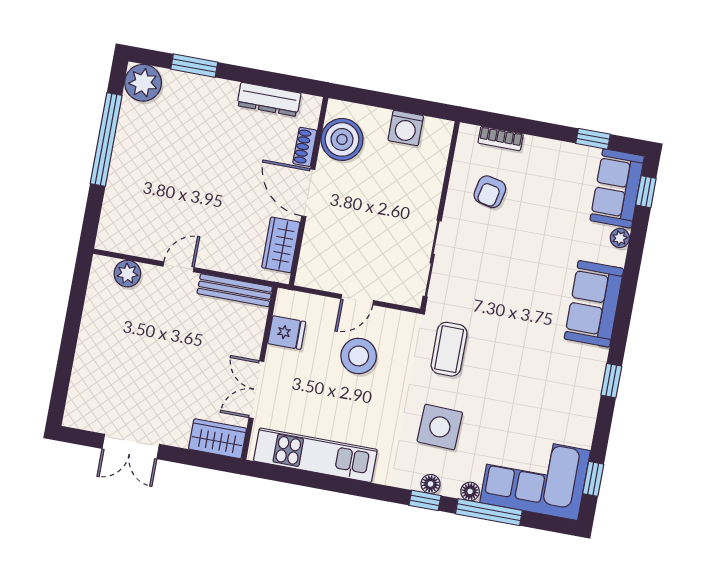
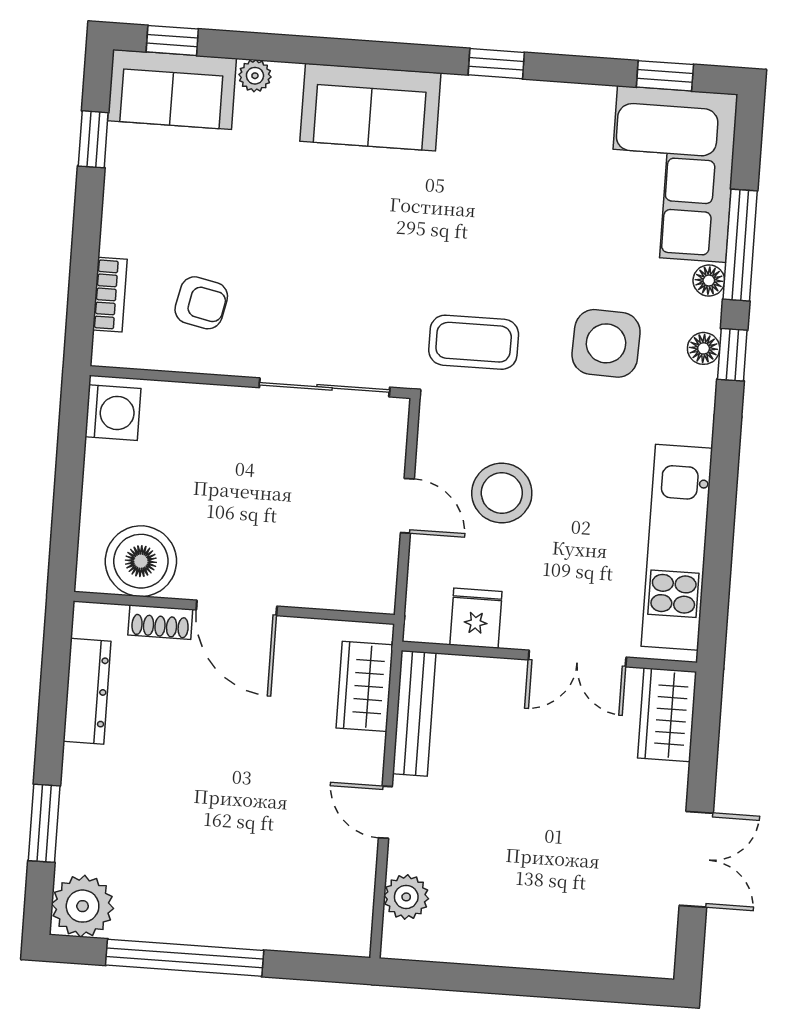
washing machine: (406, 128) -> (113, 413), moved
door: (308, 193) -> (237, 608), hinge flipped
wardrobe: (281, 245) -> (365, 686), moved, turned 90

